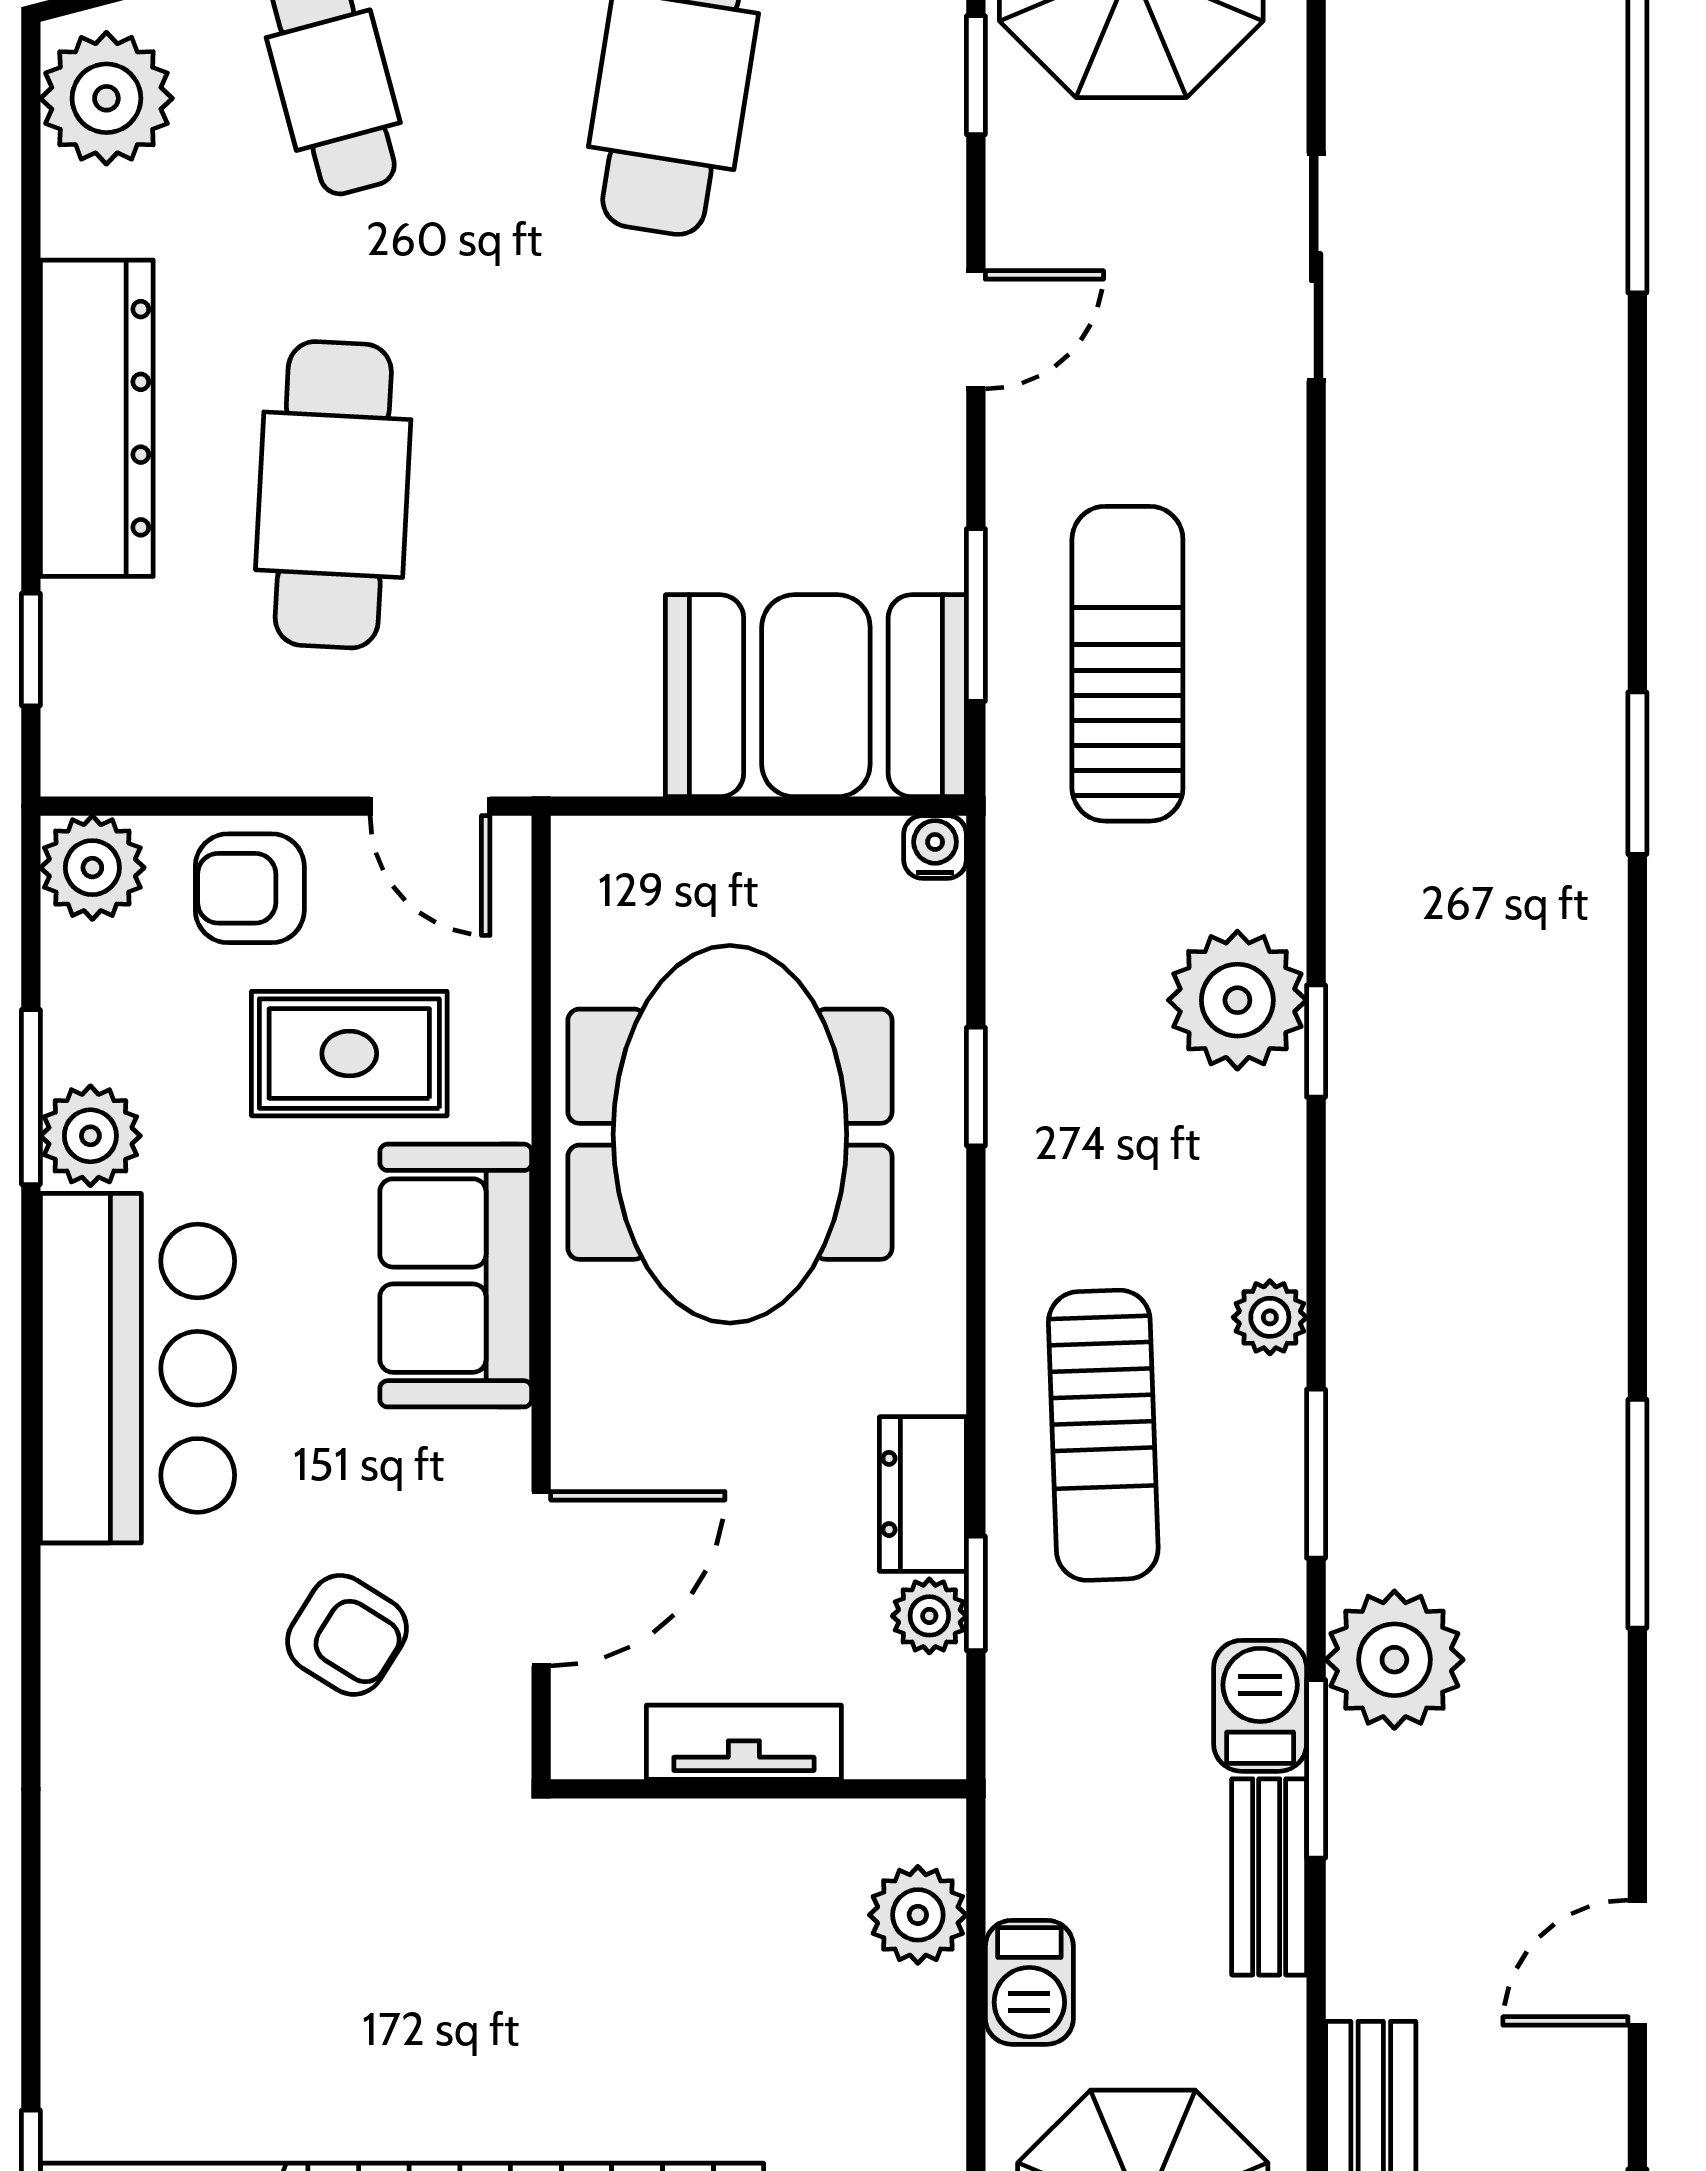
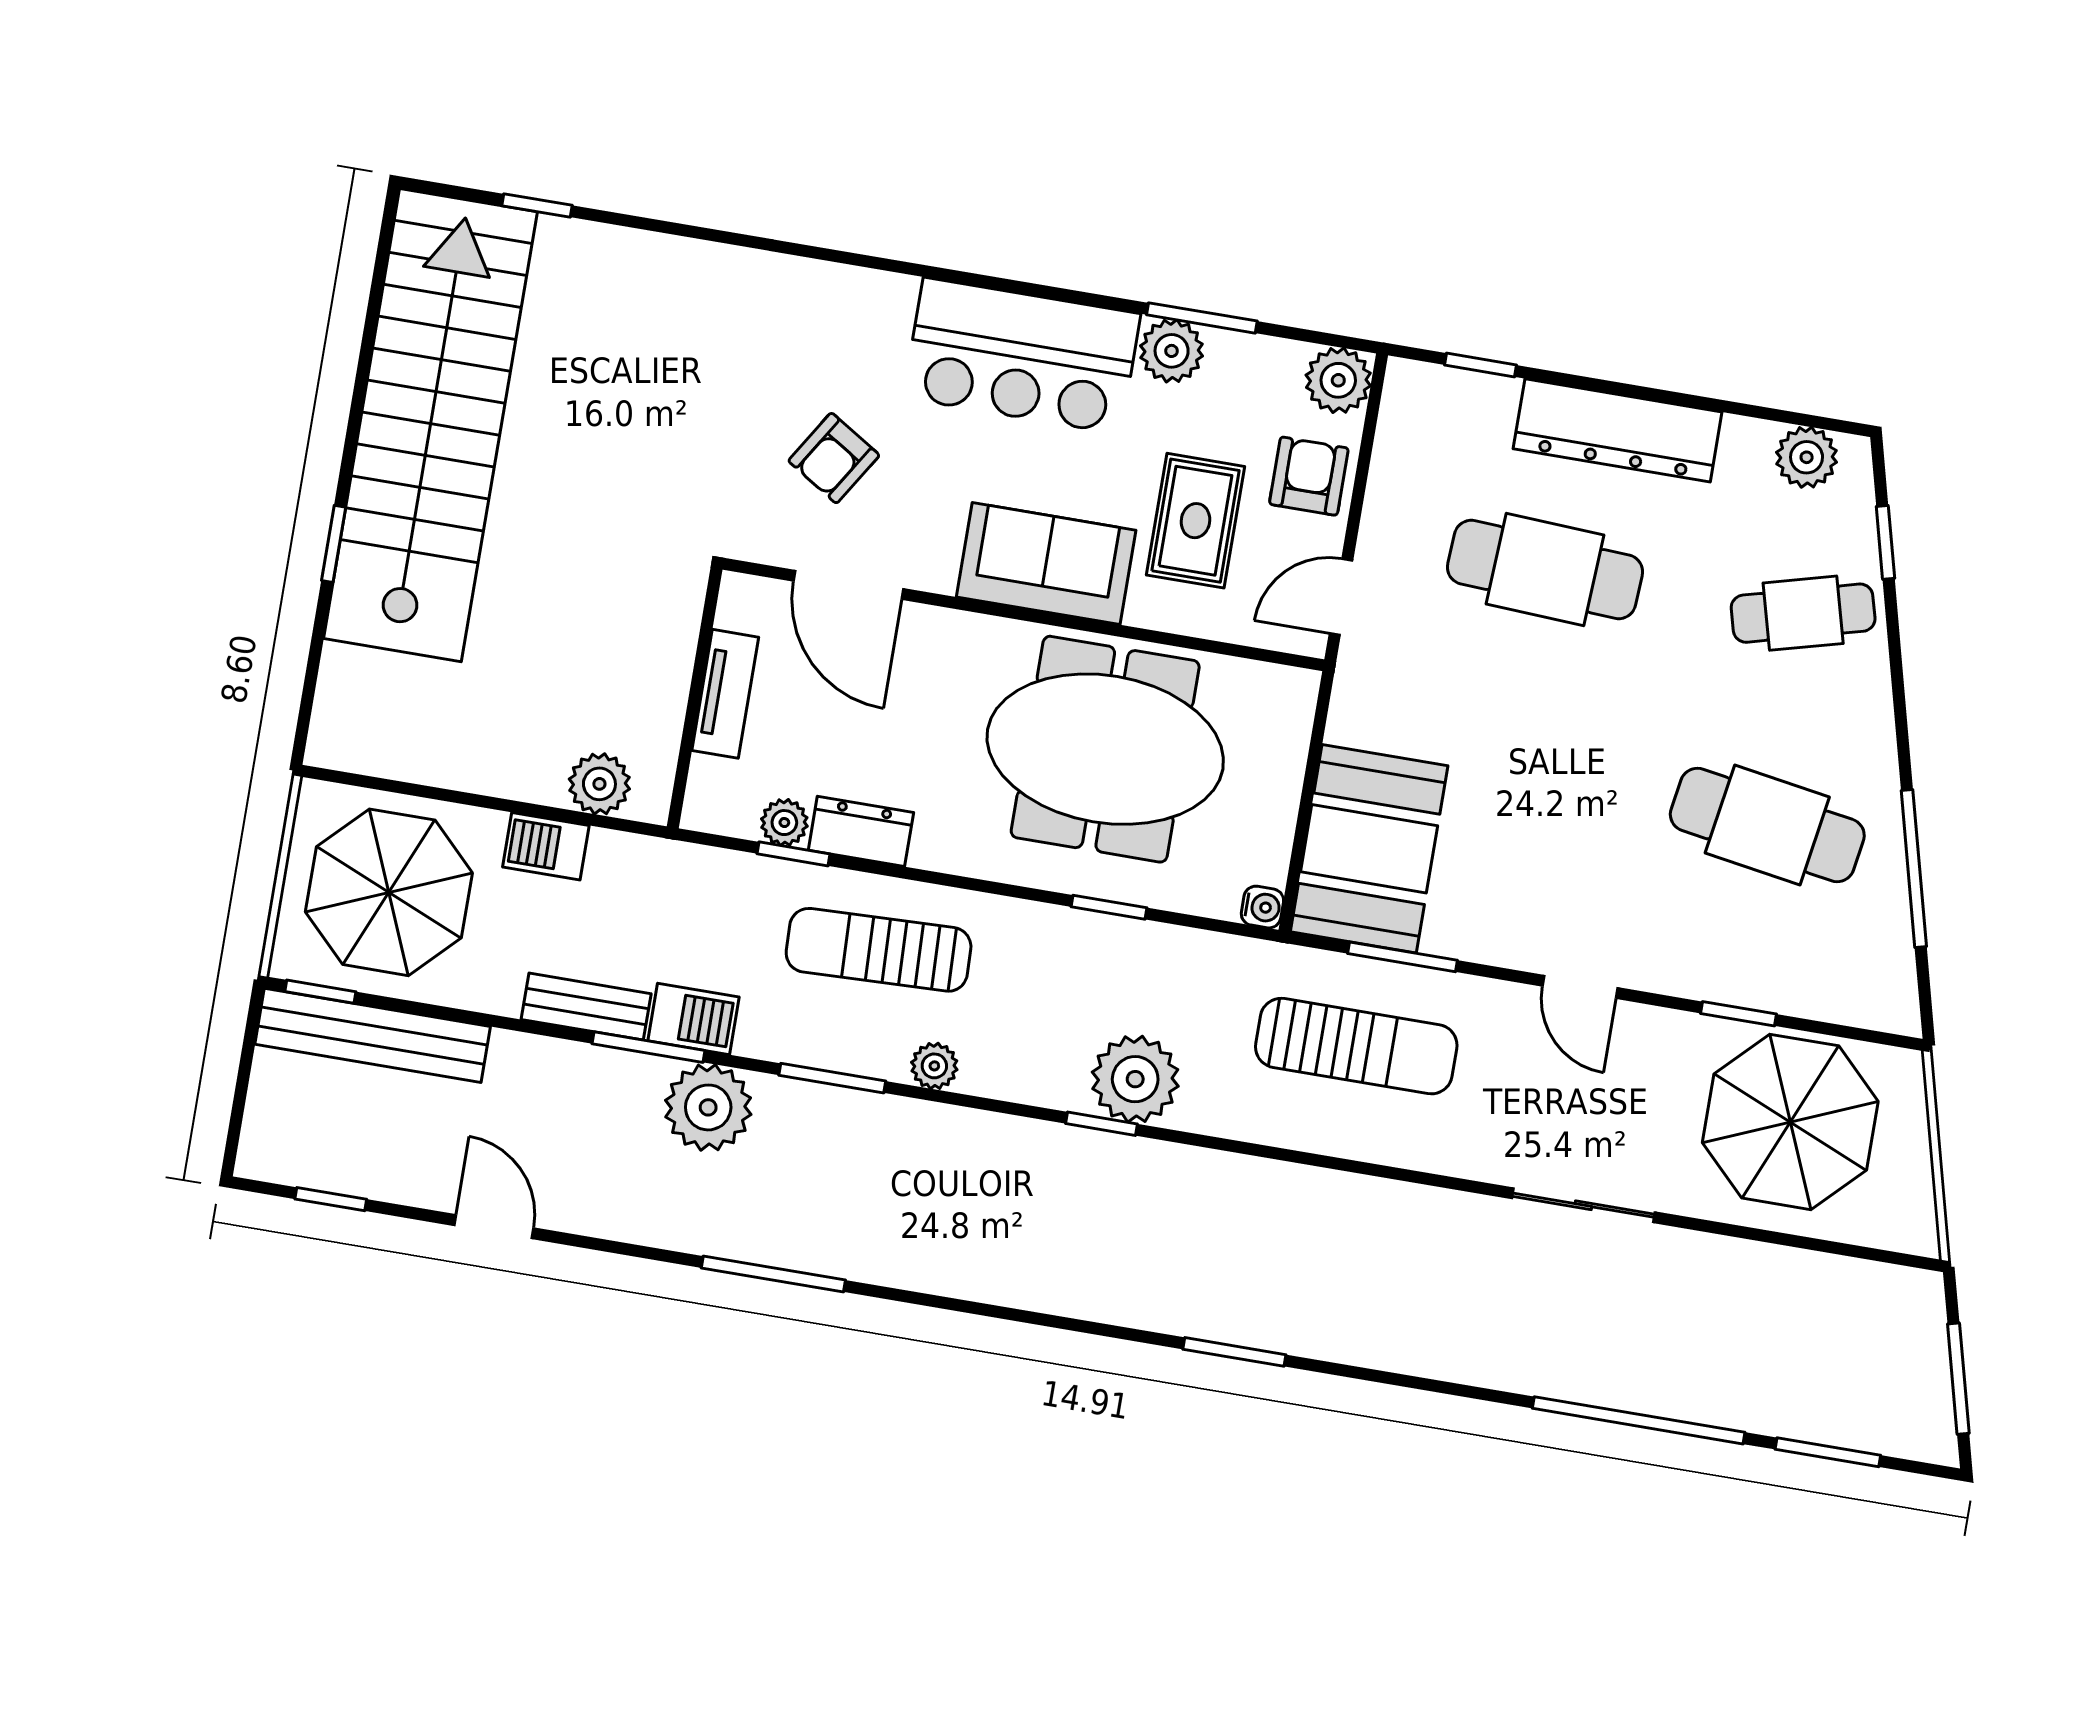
plant: (106, 98) -> (1807, 457), width x0.73, depth x0.73

